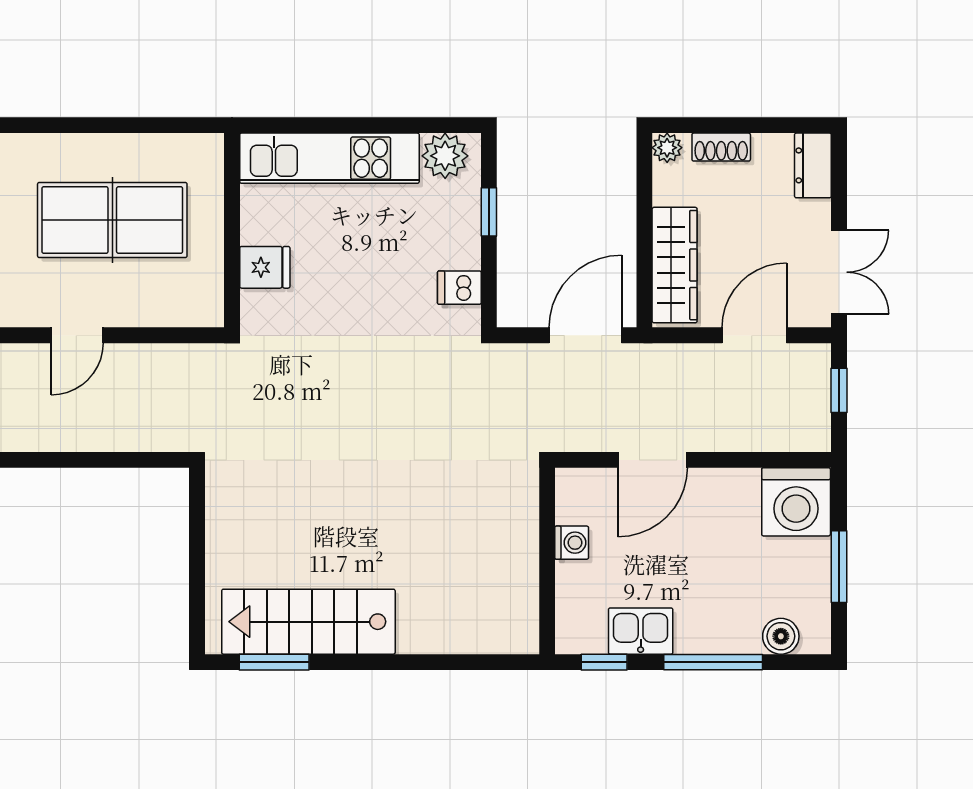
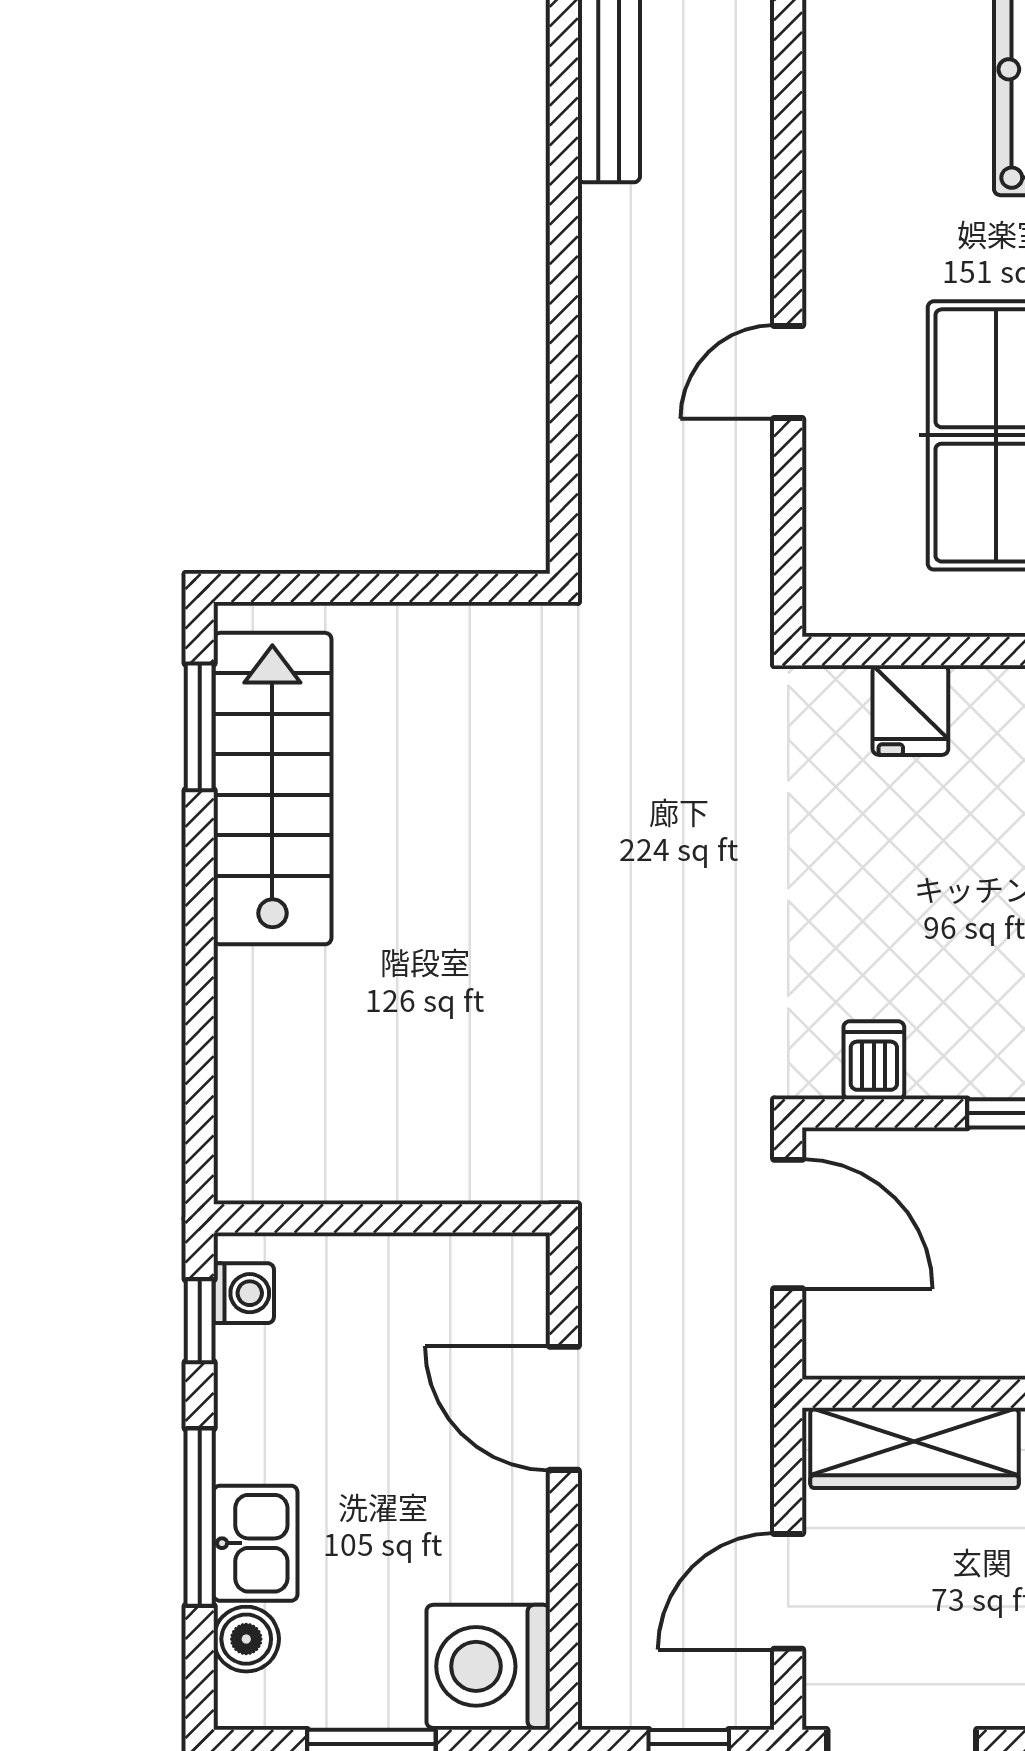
door: (77, 335) -> (788, 372), hinge flipped
door: (585, 335) -> (788, 1224), moved
door: (754, 335) -> (788, 1591), swing flipped
washing machine: (572, 543) -> (244, 1293), moved, turned -90
kitchen sink: (641, 631) -> (255, 1543), moved

